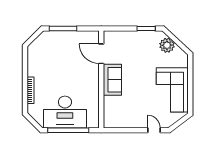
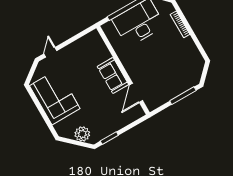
door: (101, 54) -> (136, 93), swing flipped
door: (154, 130) -> (50, 52), swing flipped

